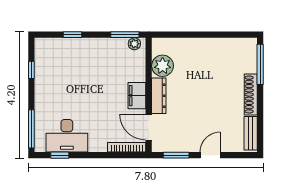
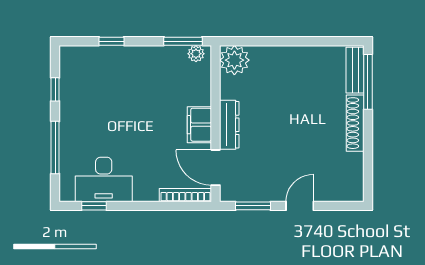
plant: (163, 66) -> (234, 60), moved
window: (31, 129) -> (55, 147), moved
bench: (251, 133) -> (355, 70), moved

